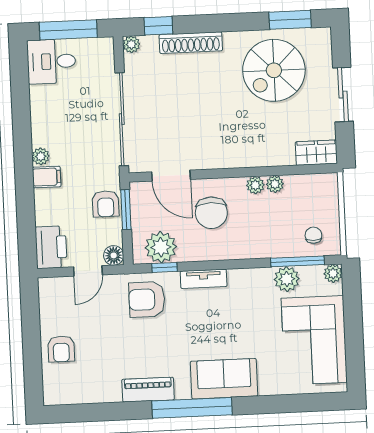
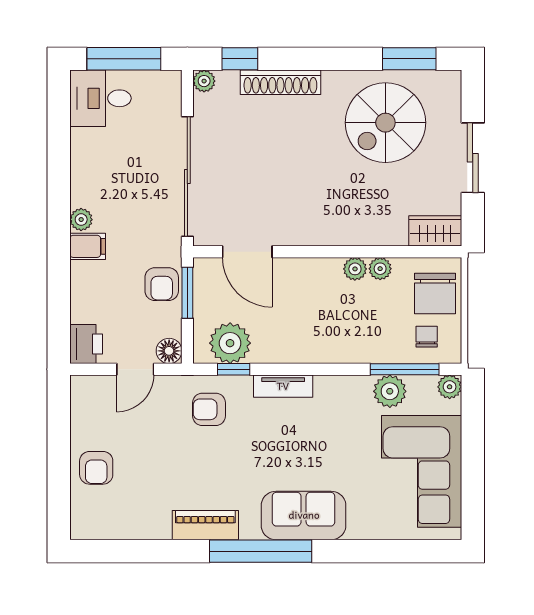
chair: (211, 213) -> (435, 294), moved
printer: (51, 247) -> (86, 344), width x0.73, depth x0.84
armchair: (147, 299) -> (209, 409), width x0.72, depth x0.72

